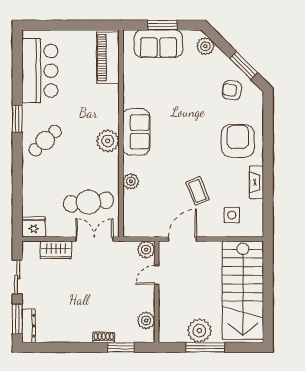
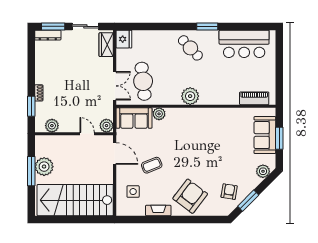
piano: (108, 58) -> (254, 98), width x0.73, depth x0.75
sofa: (136, 132) -> (134, 118), moved
armchair: (238, 141) -> (190, 196), turned -53
wardrobe: (56, 250) -> (106, 45), moved

